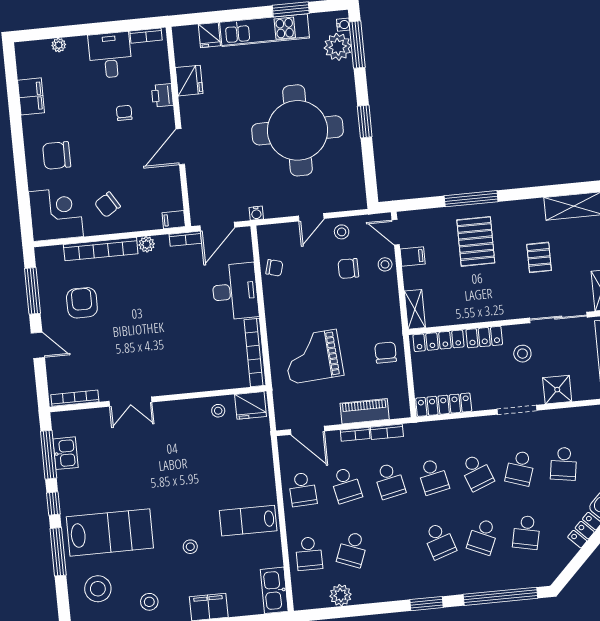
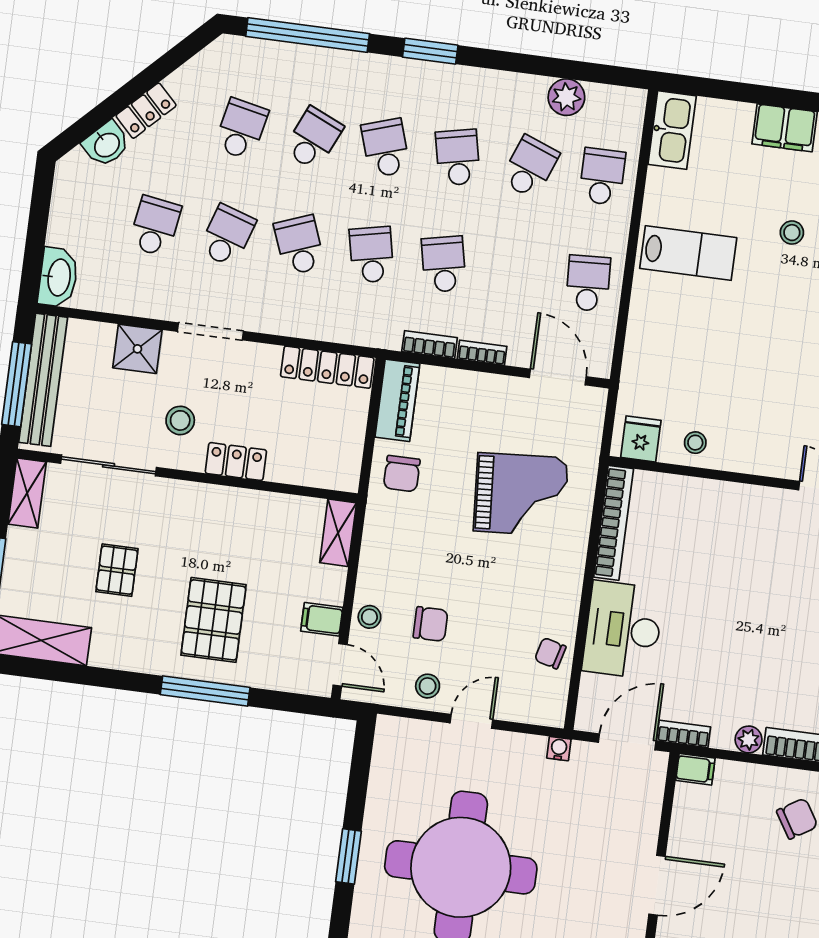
locker: (438, 341) -> (312, 473), removed
fridge: (251, 405) -> (641, 439), width x0.72
piano: (365, 411) -> (397, 400), moved, turned -90
school desk: (346, 485) -> (458, 158), moved

